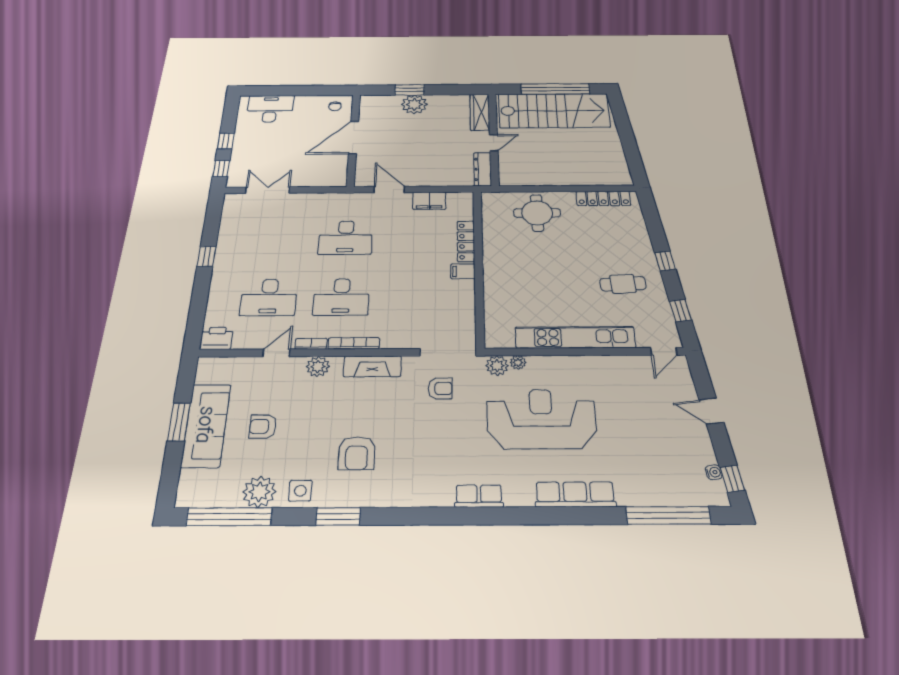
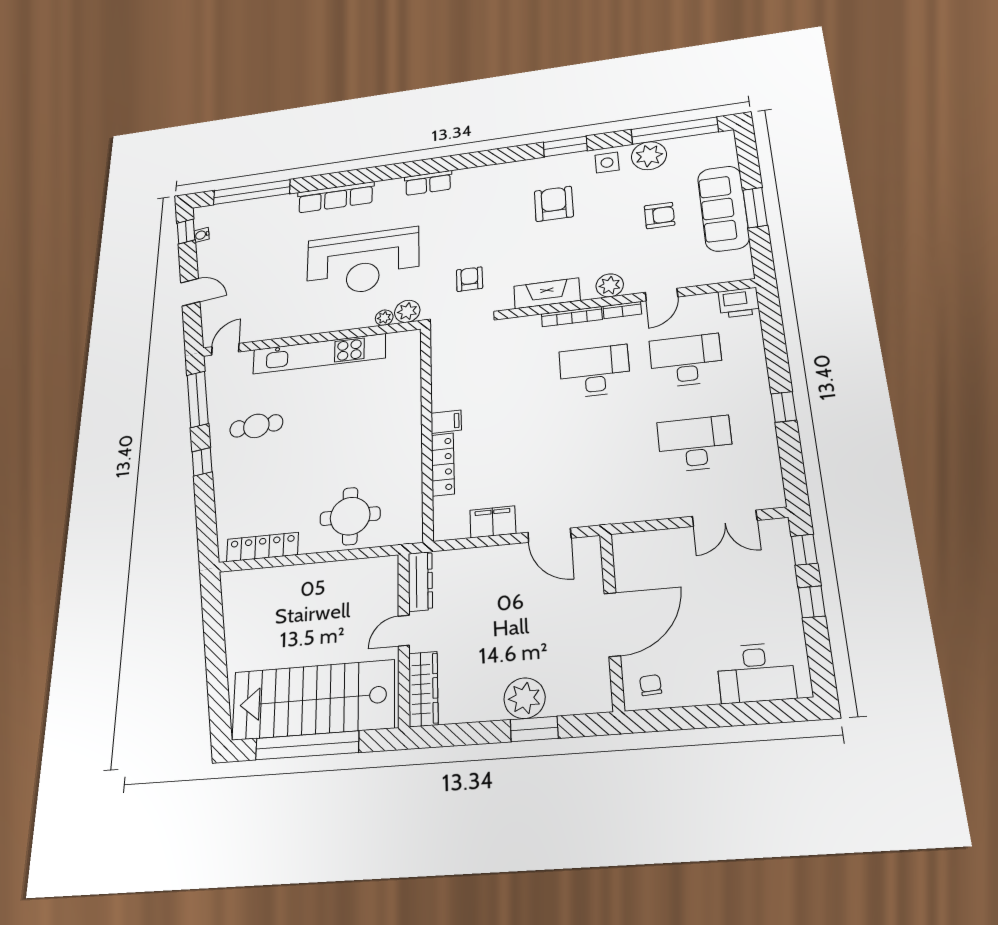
desk: (346, 238) -> (695, 444), moved
window: (680, 311) -> (198, 399), width x2.17
armchair: (440, 388) -> (470, 279), turned 90

